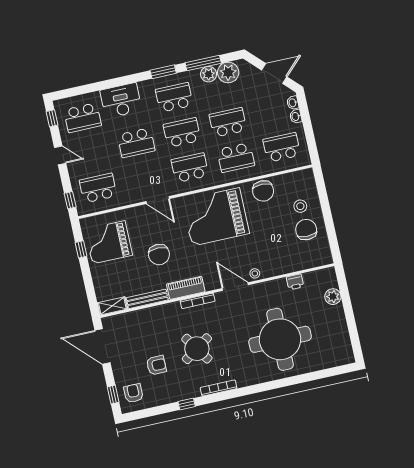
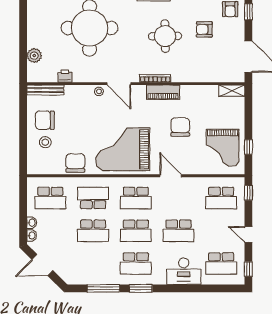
plant: (228, 72) -> (83, 275), removed
plant: (209, 74) -> (101, 277), removed
school desk: (82, 118) -> (221, 264), turned 180
school desk: (136, 143) -> (178, 231), turned 180
grand piano: (216, 217) -> (123, 149), turned 180
chair: (306, 230) -> (45, 120), turned 90
grand piano: (109, 242) -> (223, 148), turned 90
bench: (147, 299) -> (45, 90), moved
round table: (197, 349) -> (165, 36), turned 33

